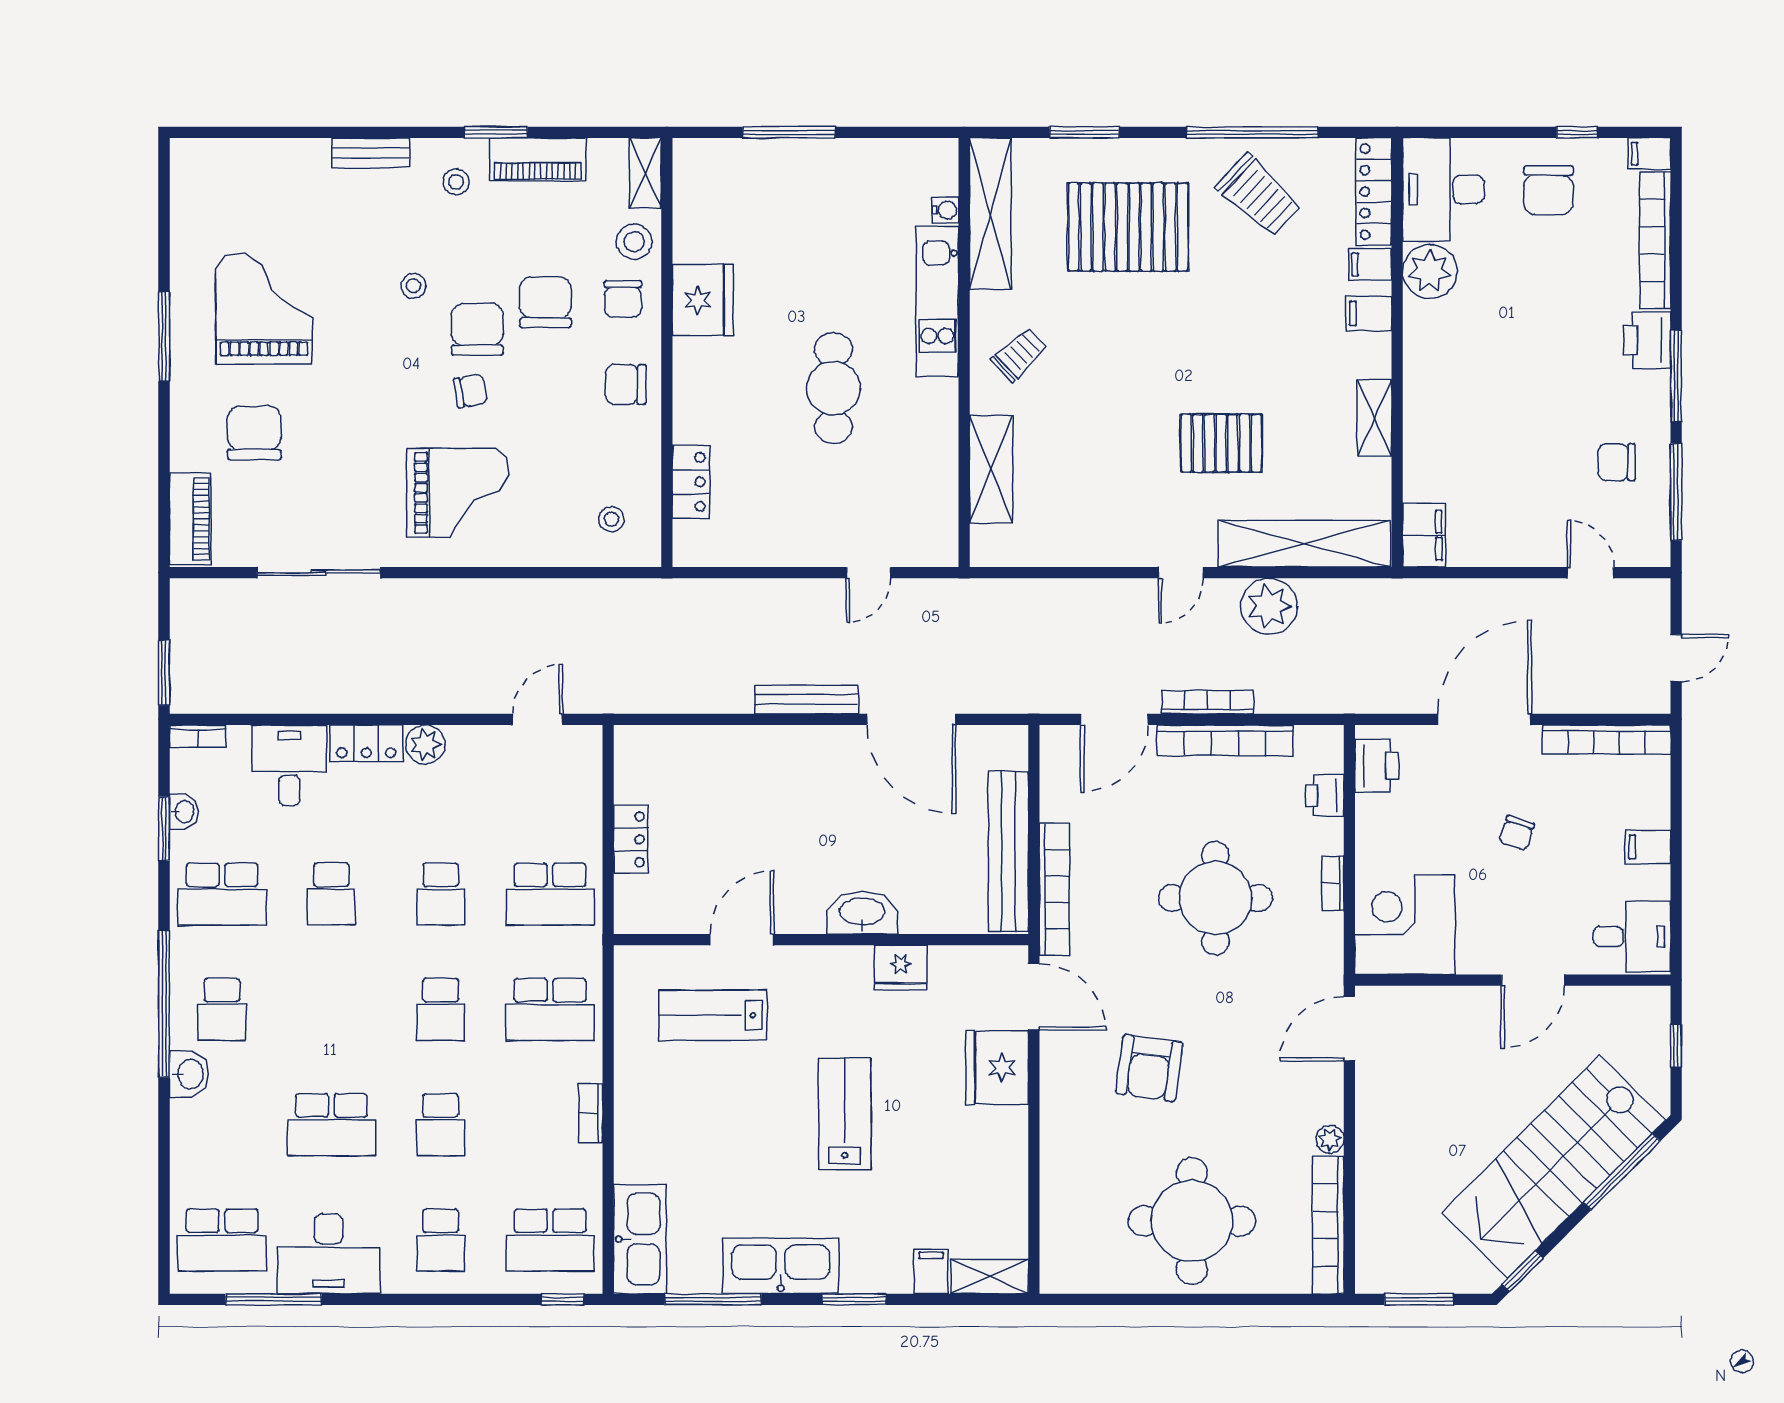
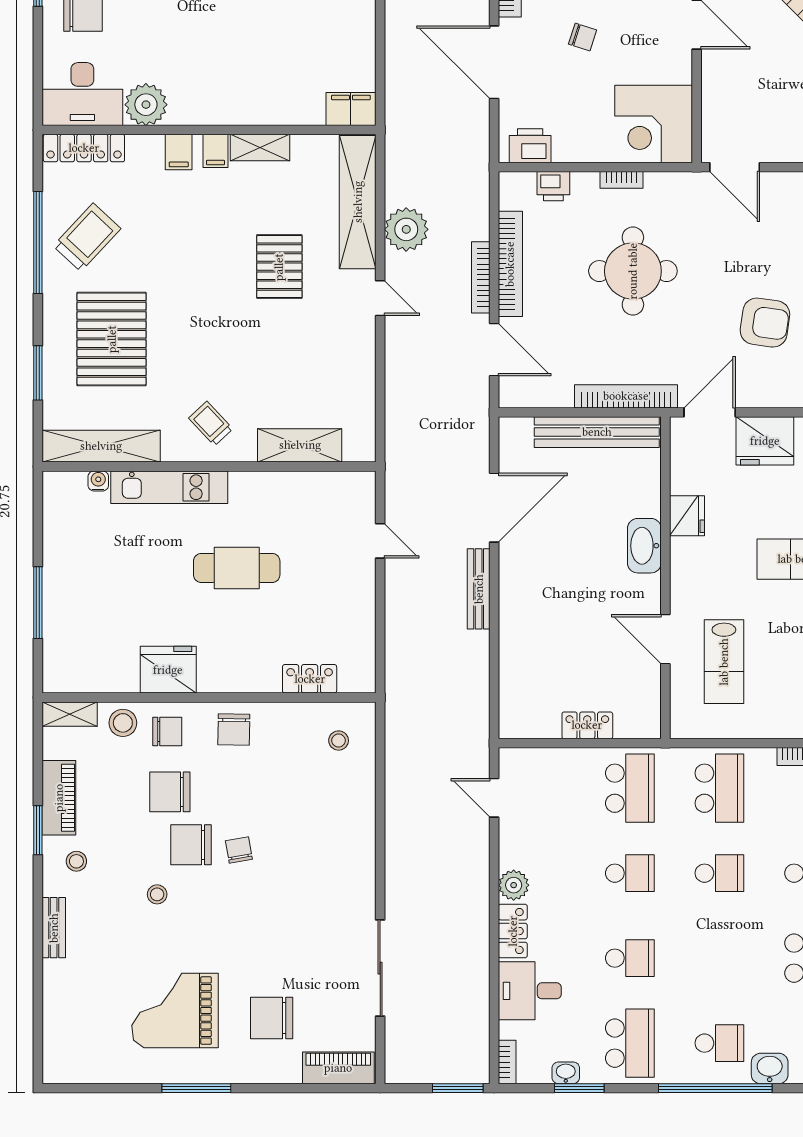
filing cabinet: (1370, 264) -> (216, 151), moved
grand piano: (458, 493) -> (318, 860), removed

